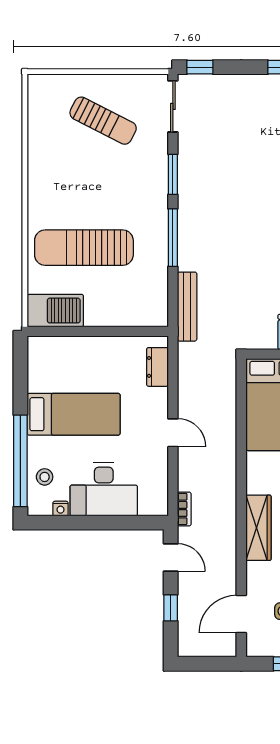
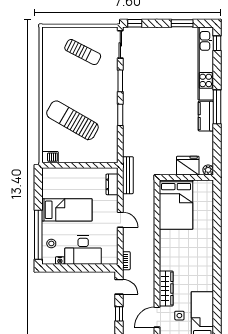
window: (173, 238) -> (120, 115), width x0.69
sun lounger: (84, 248) -> (72, 120), turned 30
bench: (187, 307) -> (128, 175), moved
barbecue: (55, 311) -> (50, 157), width x0.53, depth x0.65
wardrobe: (258, 528) -> (166, 288), moved

